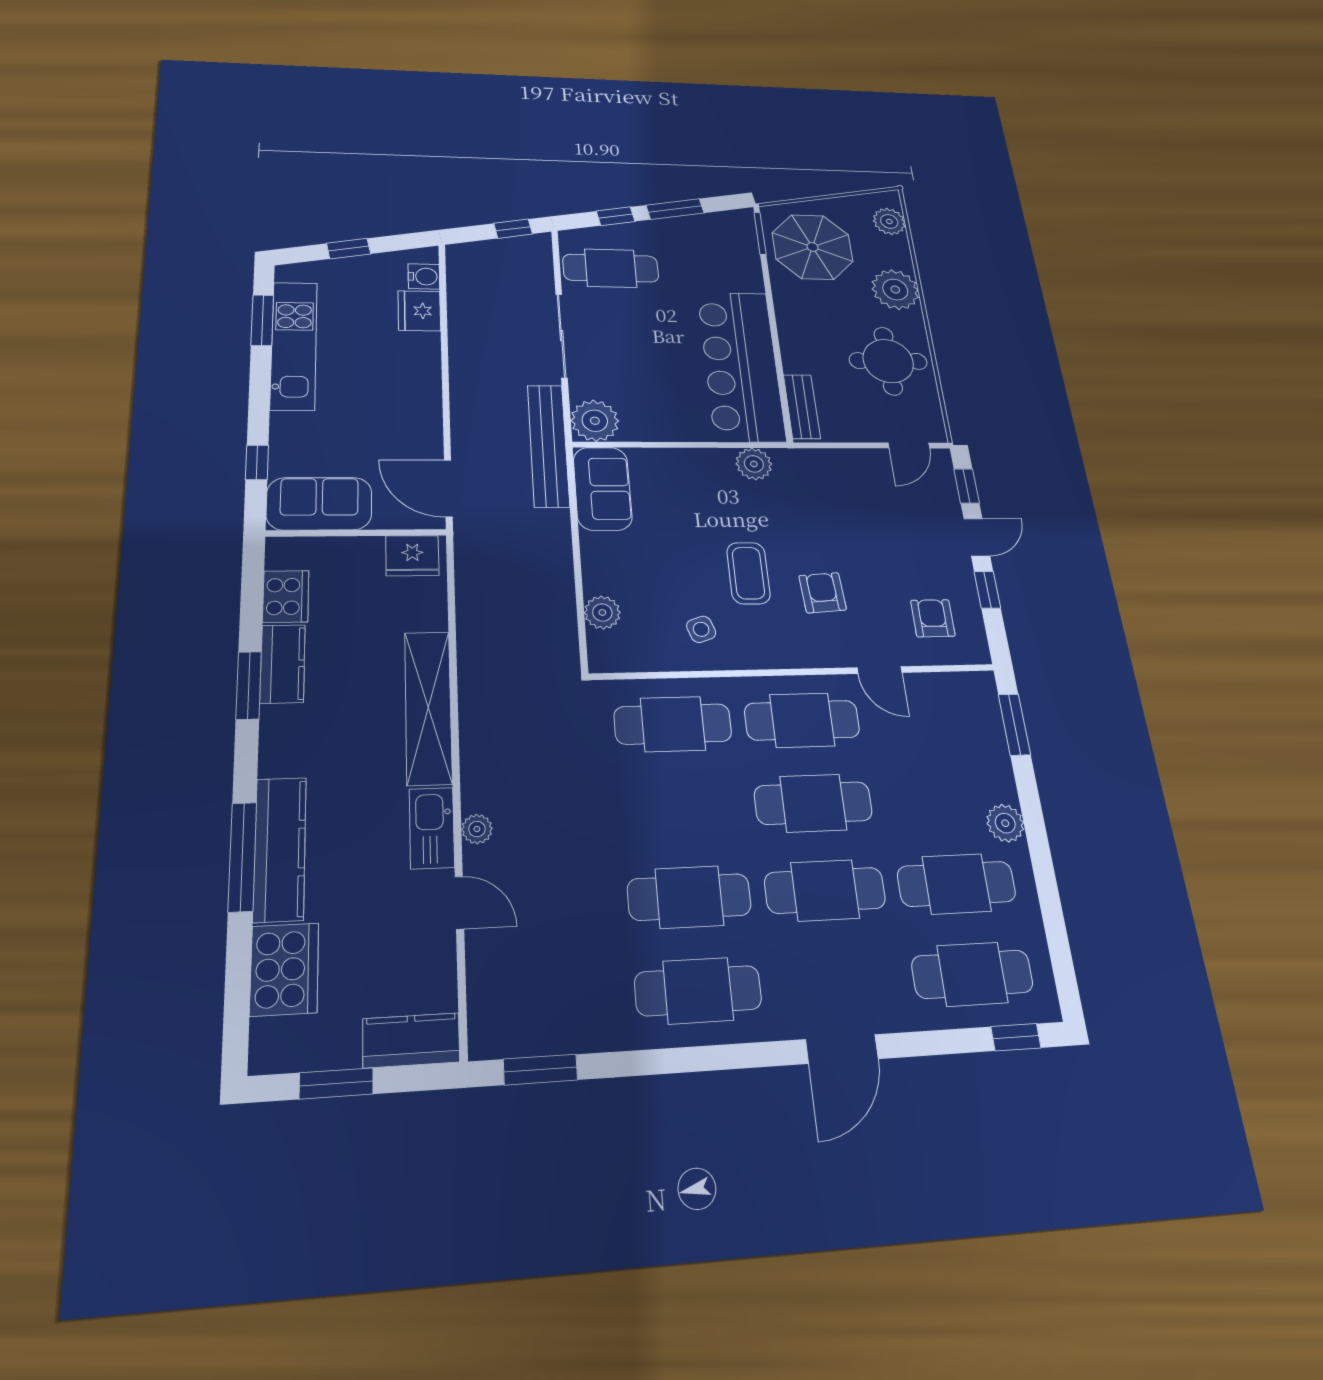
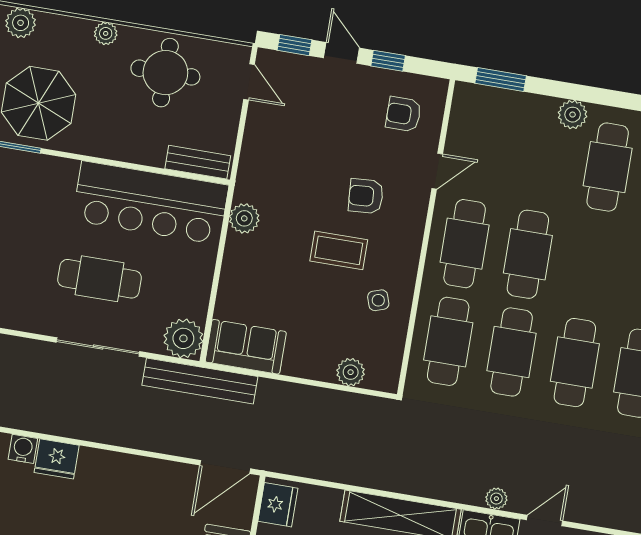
cafe table: (611, 268) -> (99, 279), moved, turned 90
plant: (895, 290) -> (106, 33), width x0.53, depth x0.53
cafe table: (825, 890) -> (512, 352), moved

